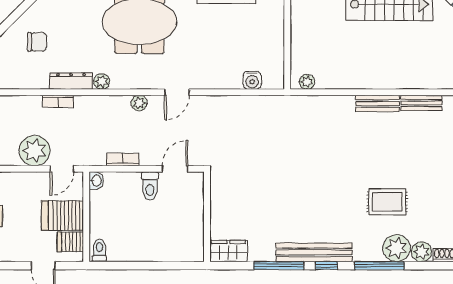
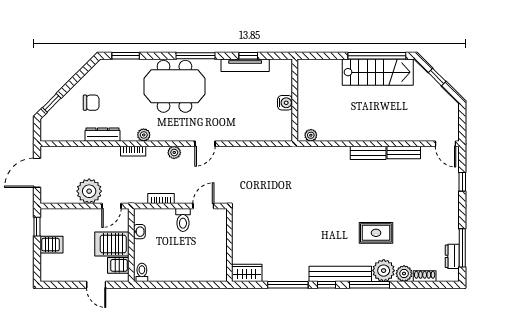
water cooler: (252, 80) -> (285, 103), moved, turned -90
dresser: (71, 81) -> (102, 135), moved
bookcase: (58, 101) -> (133, 151), moved
washbasin: (96, 181) -> (139, 232), moved
bench: (314, 252) -> (340, 274), moved

